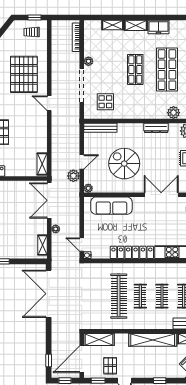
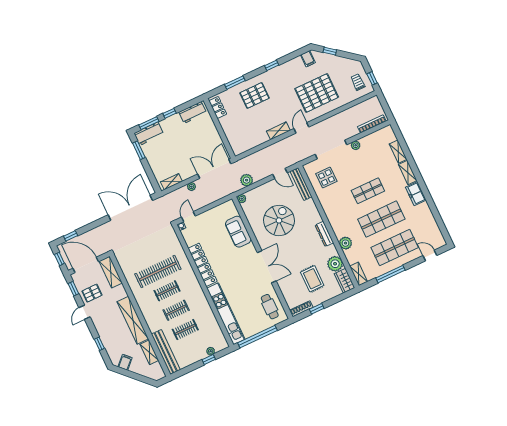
door: (82, 162) -> (280, 174), moved
shelving: (42, 164) -> (278, 131), moved
sofa: (111, 206) -> (238, 232), width x0.73

